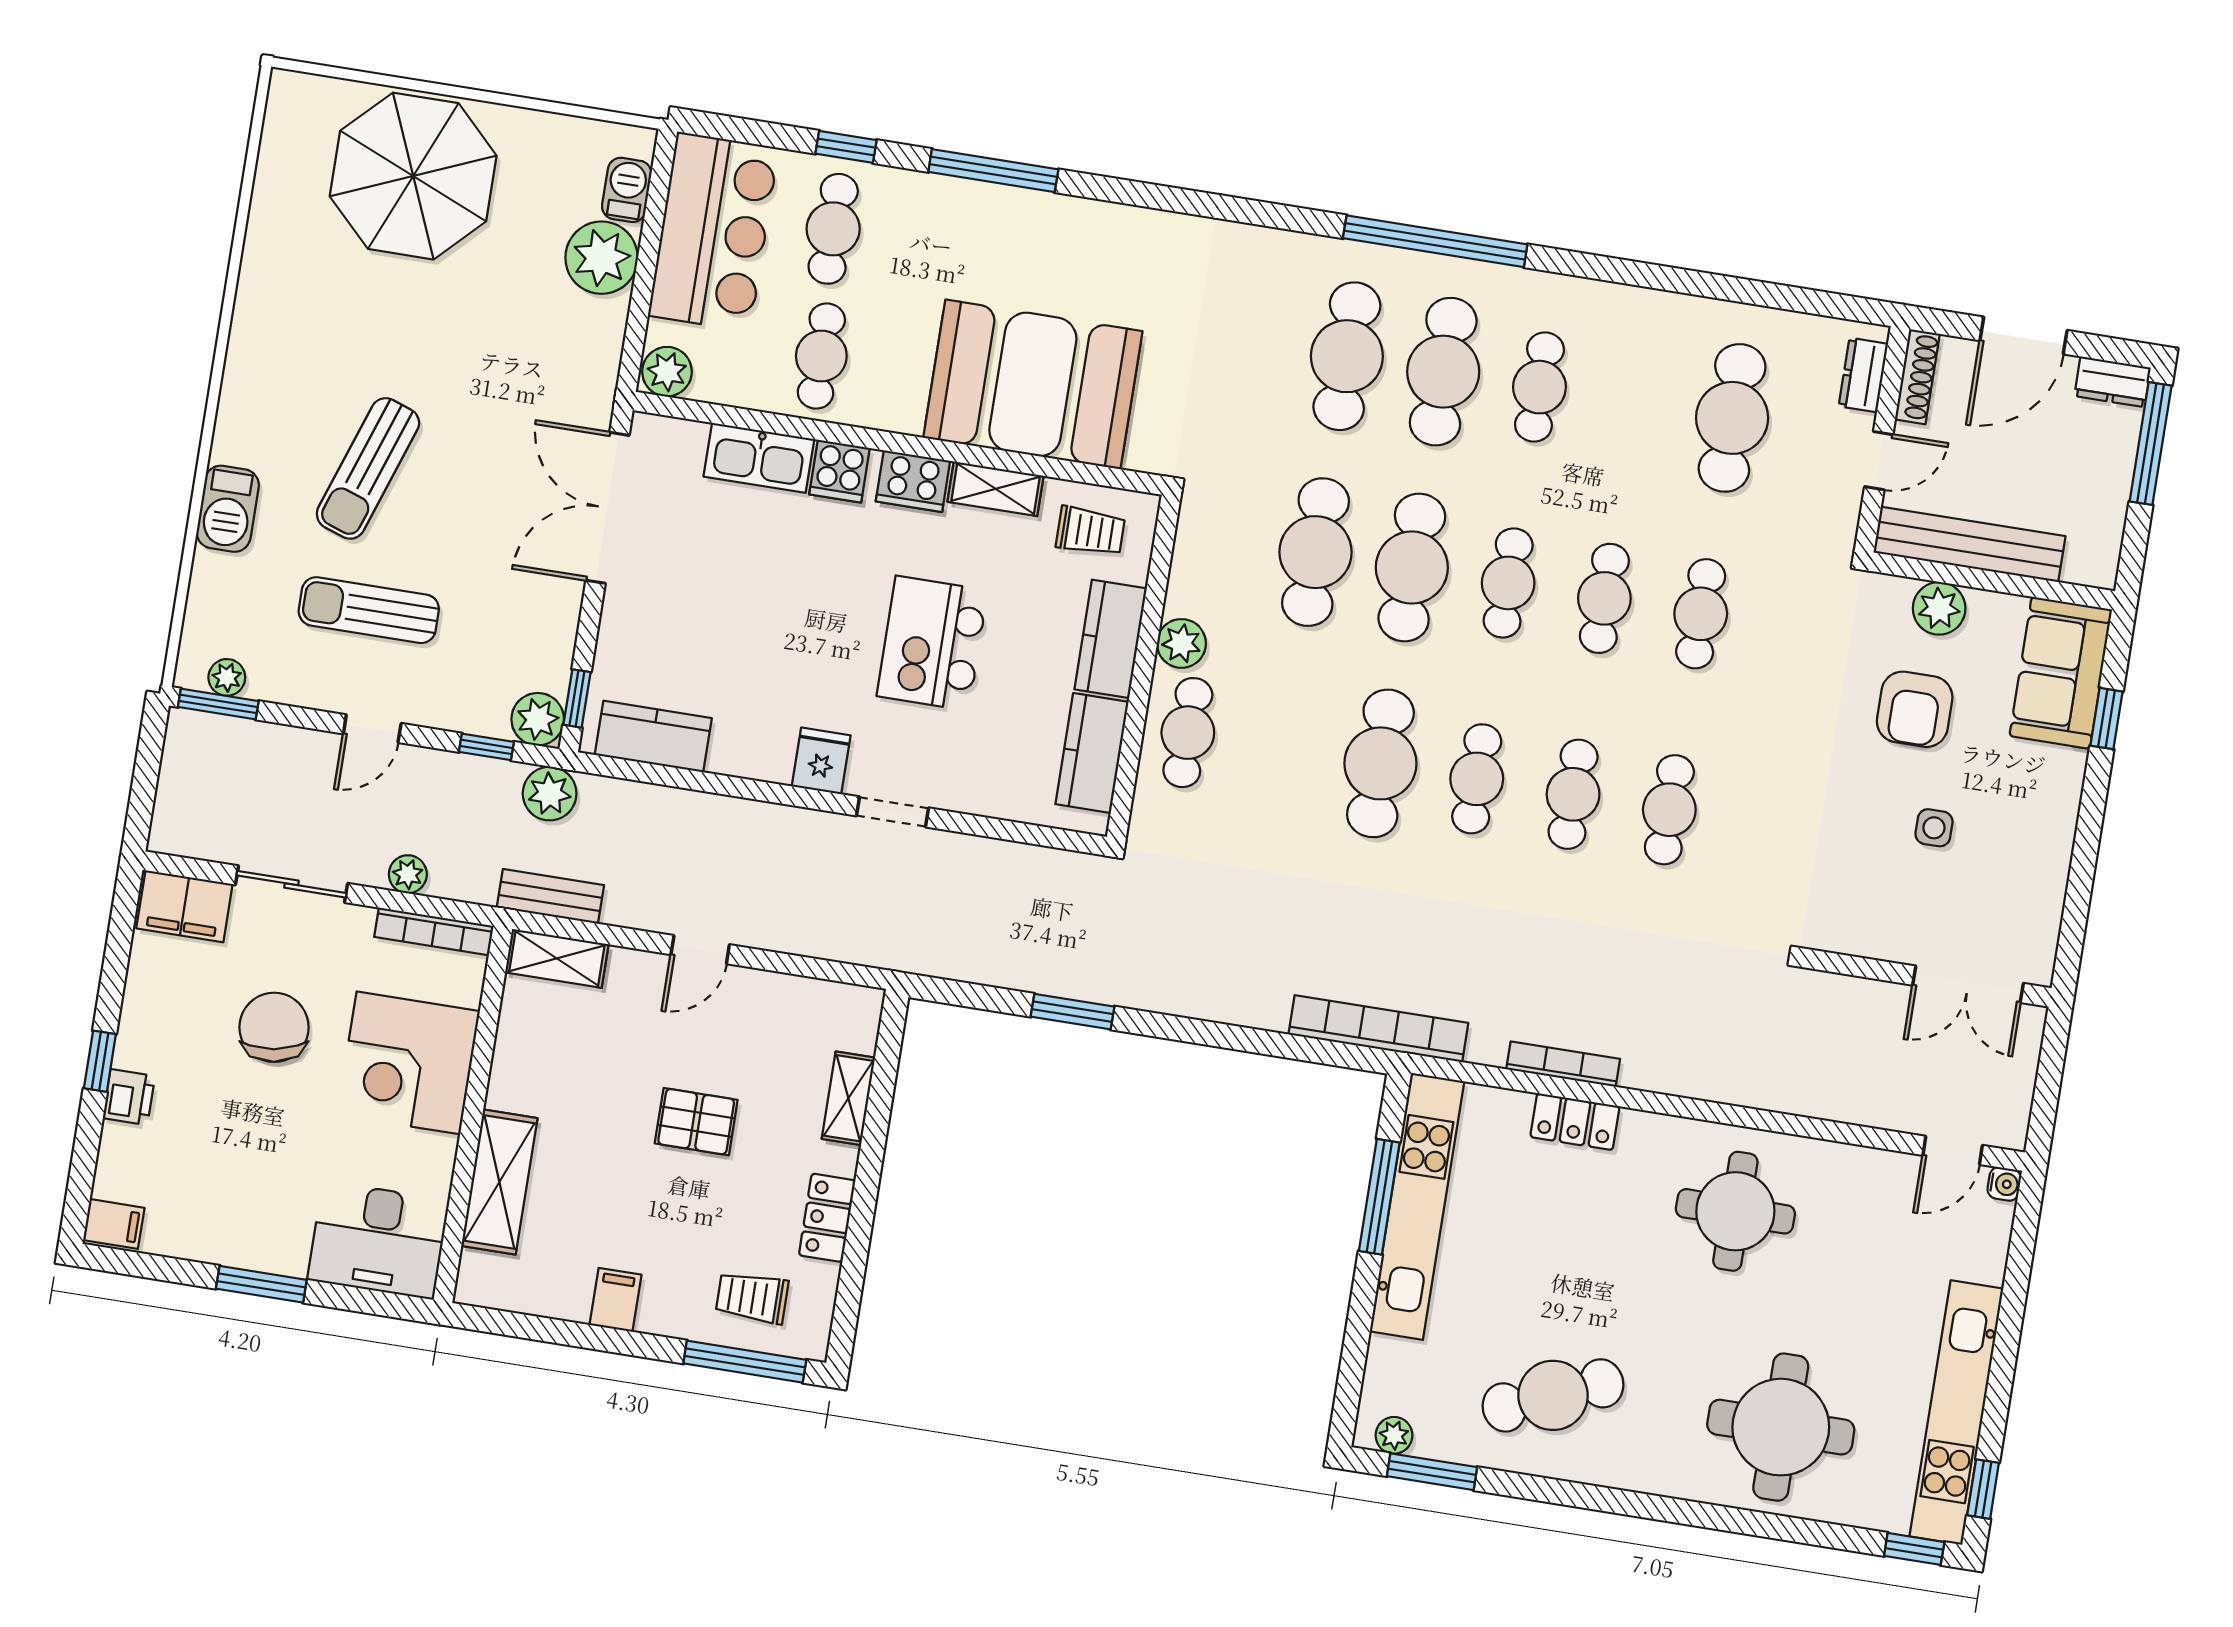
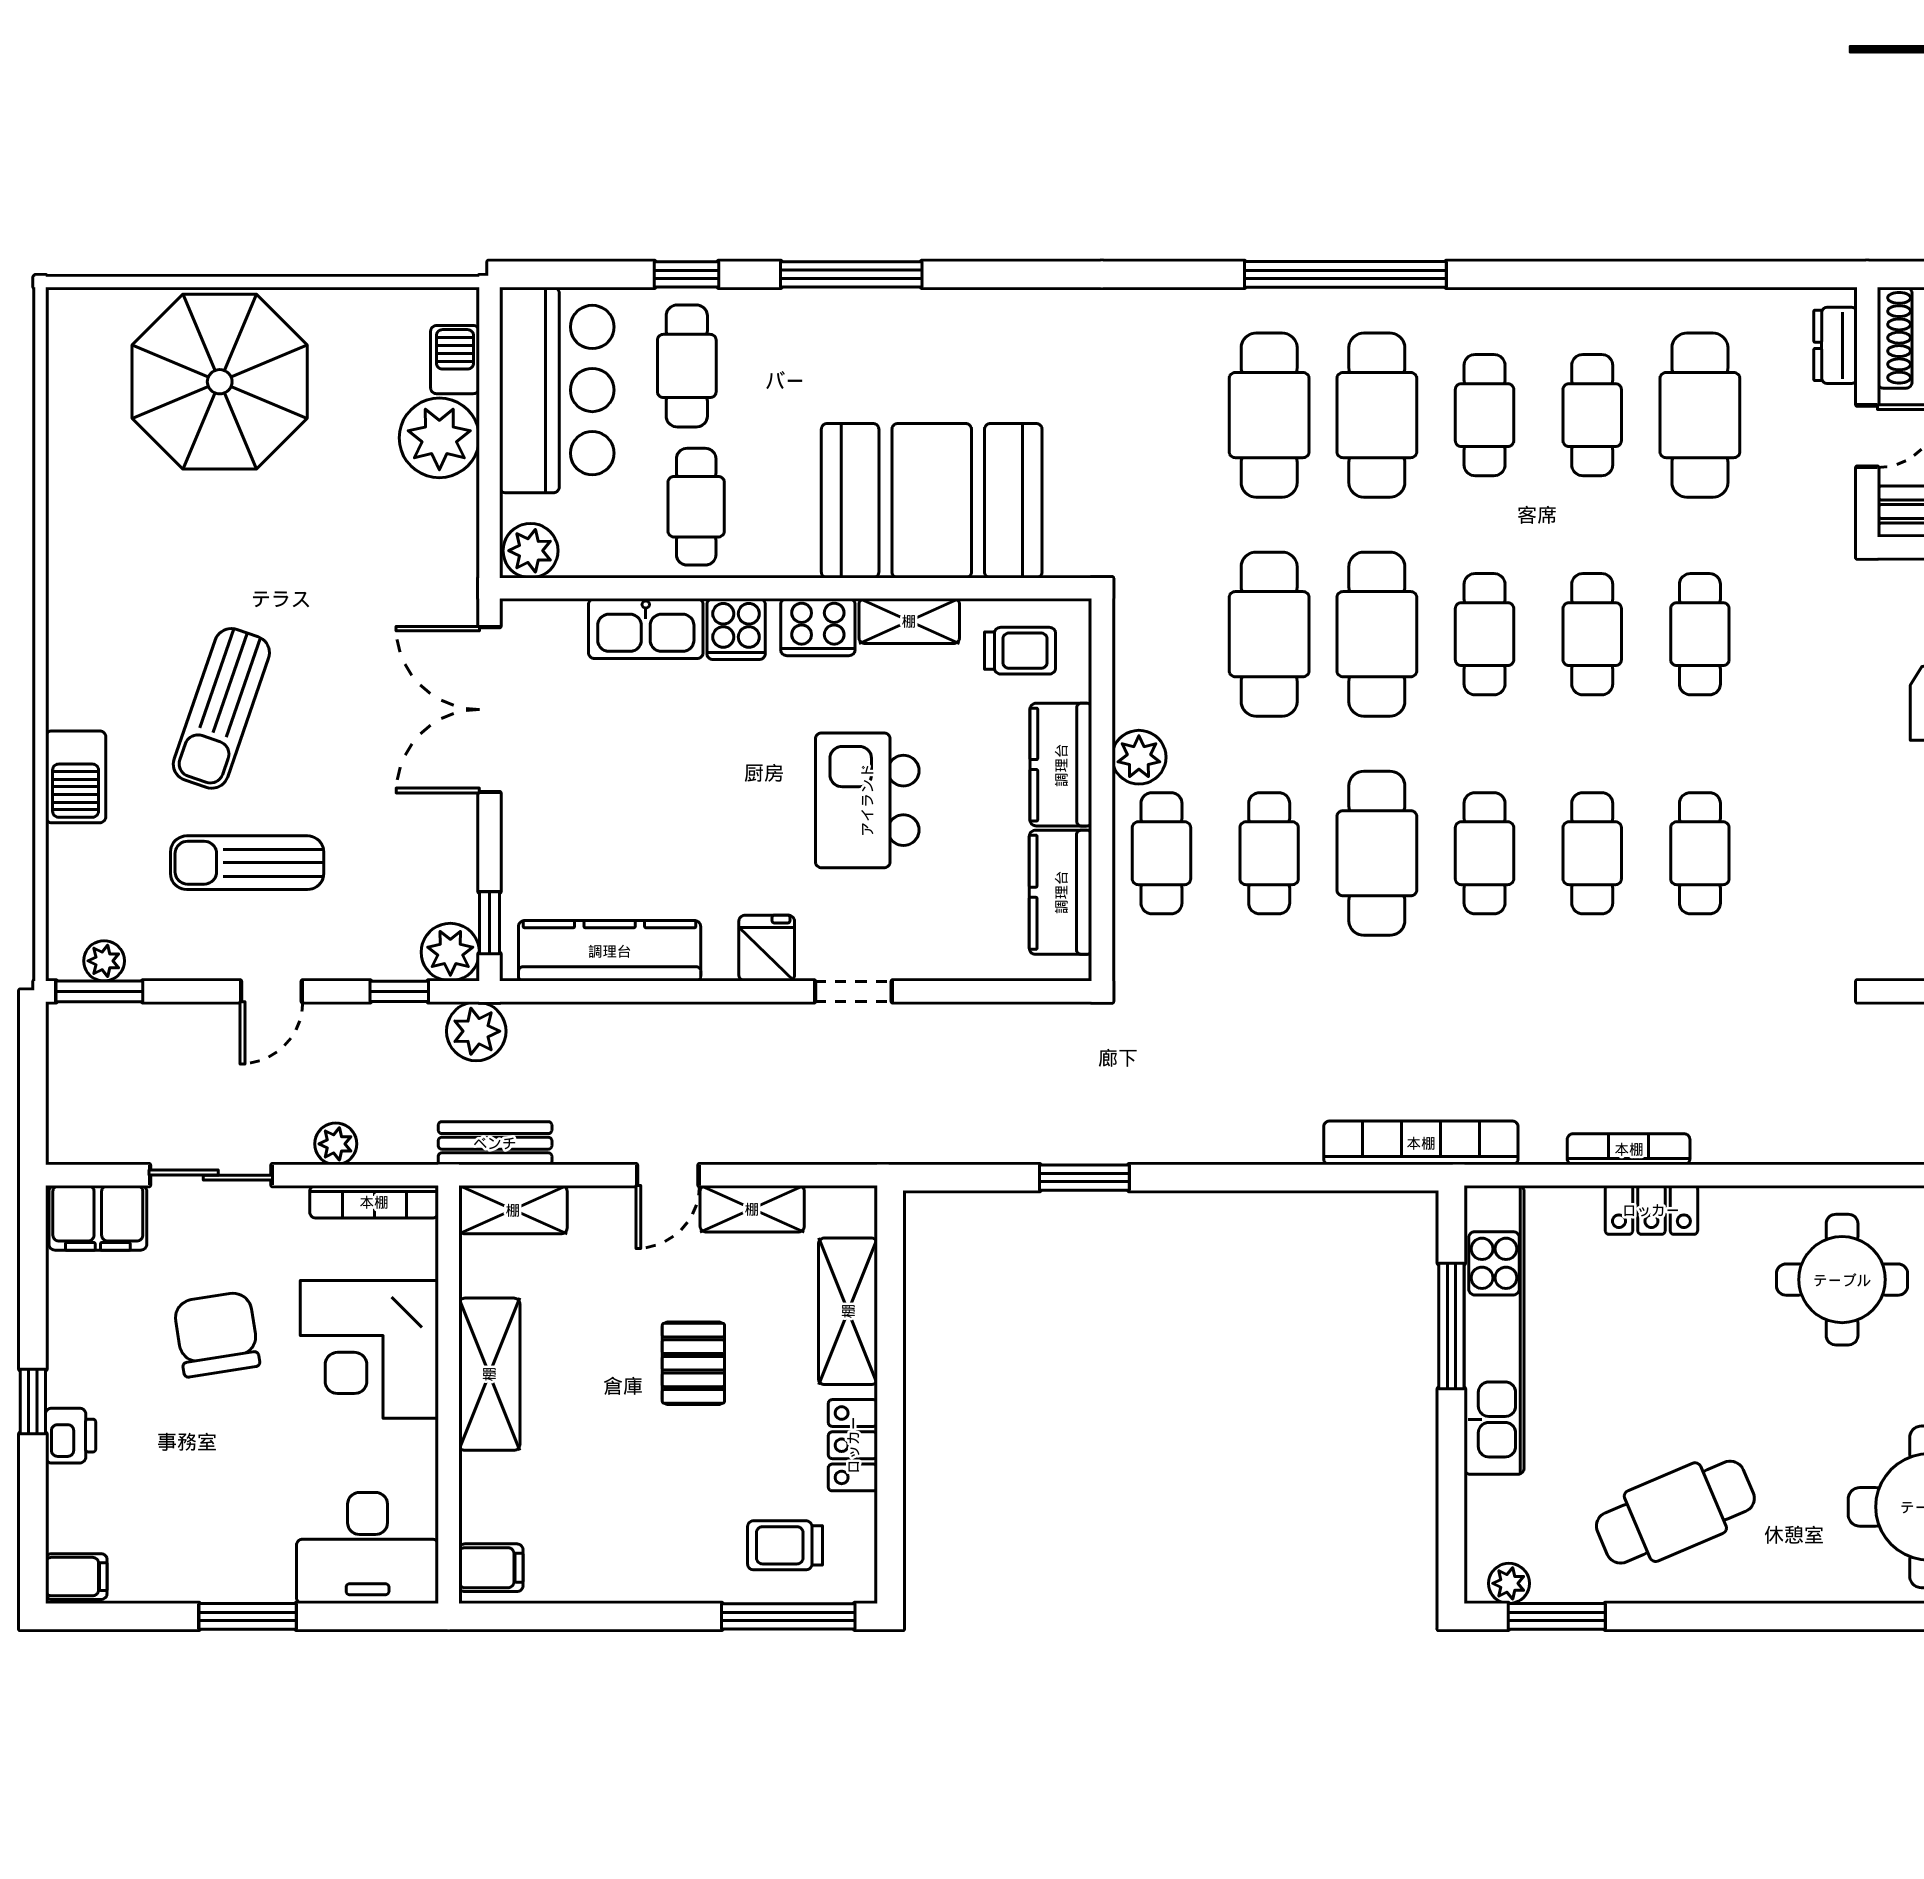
cafe table: (1636, 402) -> (1592, 415), added
kitchen counter: (653, 736) -> (610, 951), width x1.50
cafe table: (1284, 748) -> (1269, 853), added
shelving: (771, 992) -> (752, 1209), added
shelving: (848, 1098) -> (848, 1311), width x1.50, depth x1.33
pallet: (696, 1122) -> (693, 1363), turned 90
shelving: (499, 1182) -> (489, 1374), moved
filing cabinet: (616, 1300) -> (491, 1568), moved, turned 90

